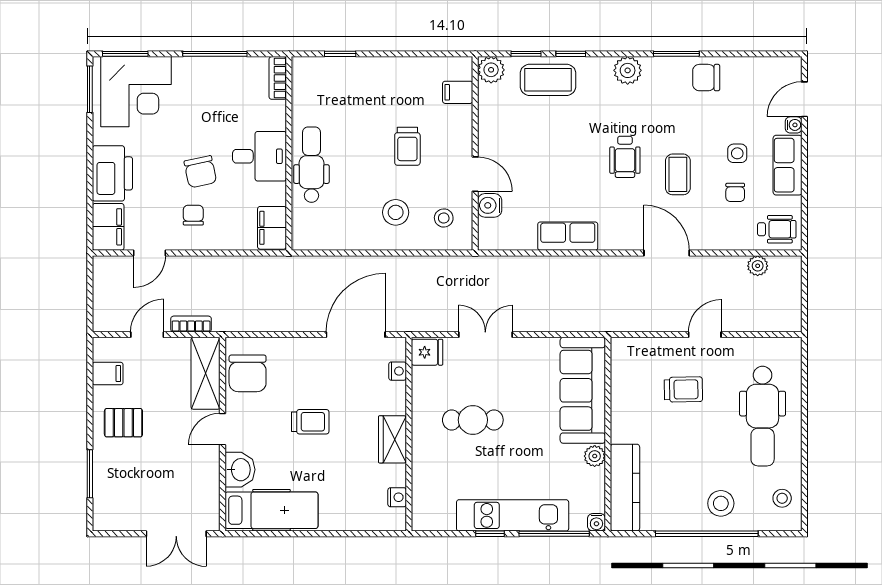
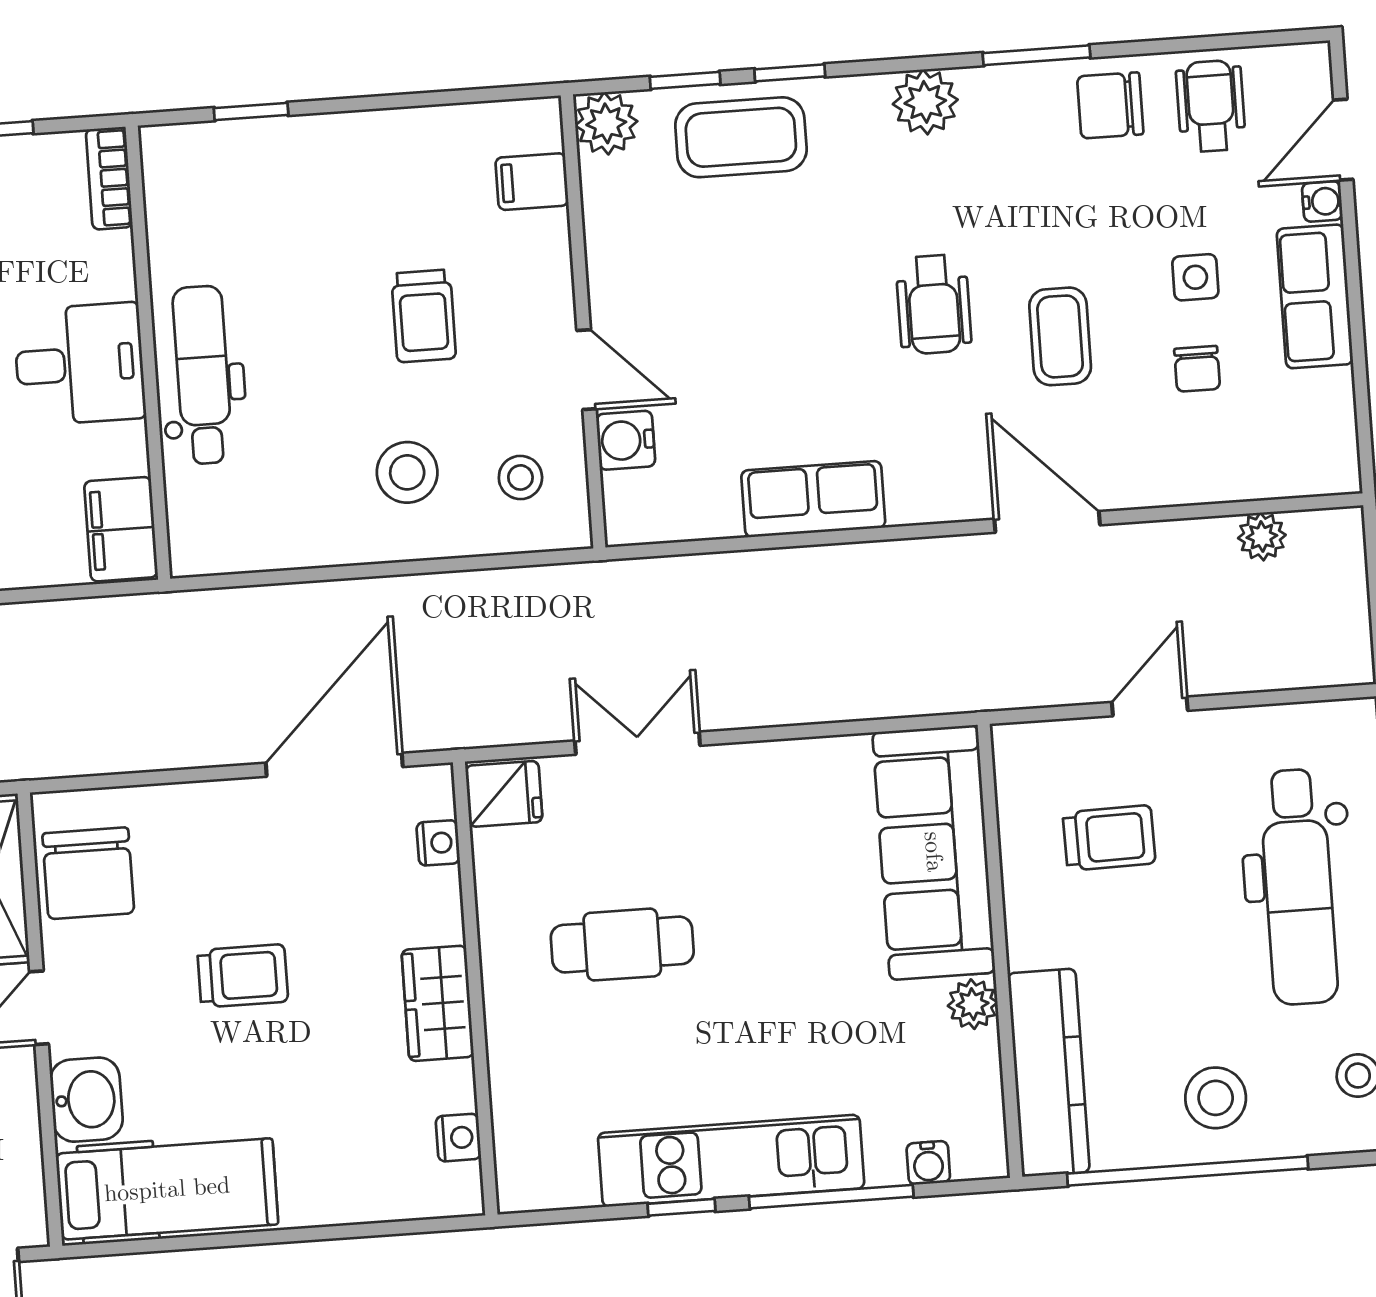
wheelchair: (777, 229) -> (1211, 106), moved, turned -90
sofa: (583, 390) -> (934, 852), moved
wall: (608, 434) -> (1000, 951), moved
plant: (595, 456) -> (973, 1004), moved
kitchen counter: (625, 488) -> (1049, 1073), moved

